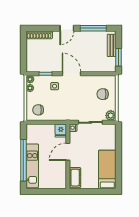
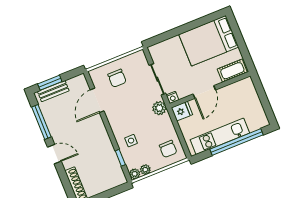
window: (119, 57) -> (50, 83), moved
door: (71, 74) -> (97, 100), moved
plant: (111, 115) -> (159, 108), moved
door: (68, 152) -> (204, 92), hinge flipped
kitchen unit: (32, 166) -> (220, 136), moved
bed: (107, 170) -> (209, 41), width x1.50

